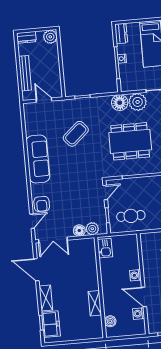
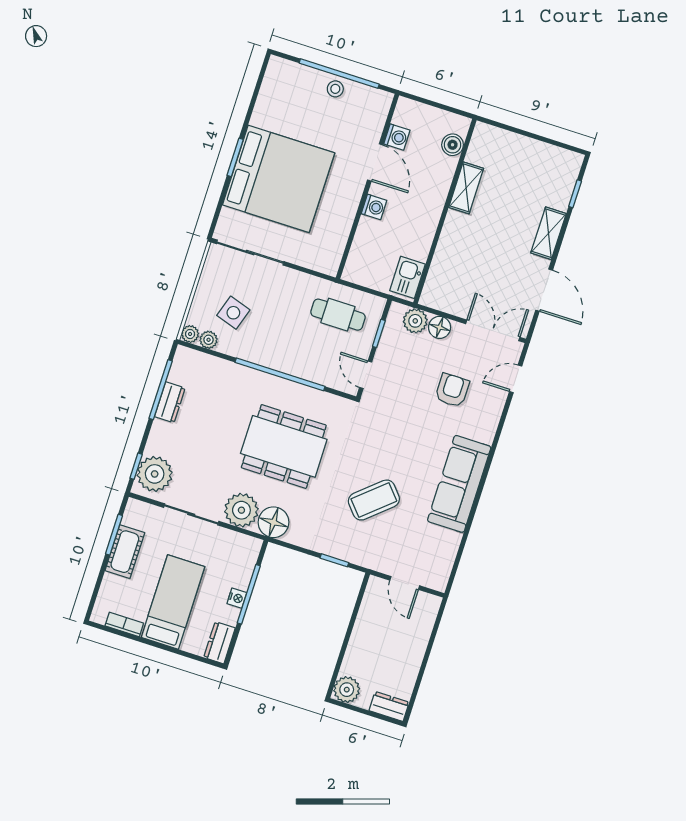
bench: (25, 73) -> (418, 644), removed
door: (105, 193) -> (366, 375), hinge flipped
armchair: (42, 204) -> (452, 390), moved
freezer: (51, 324) -> (559, 184), removed

